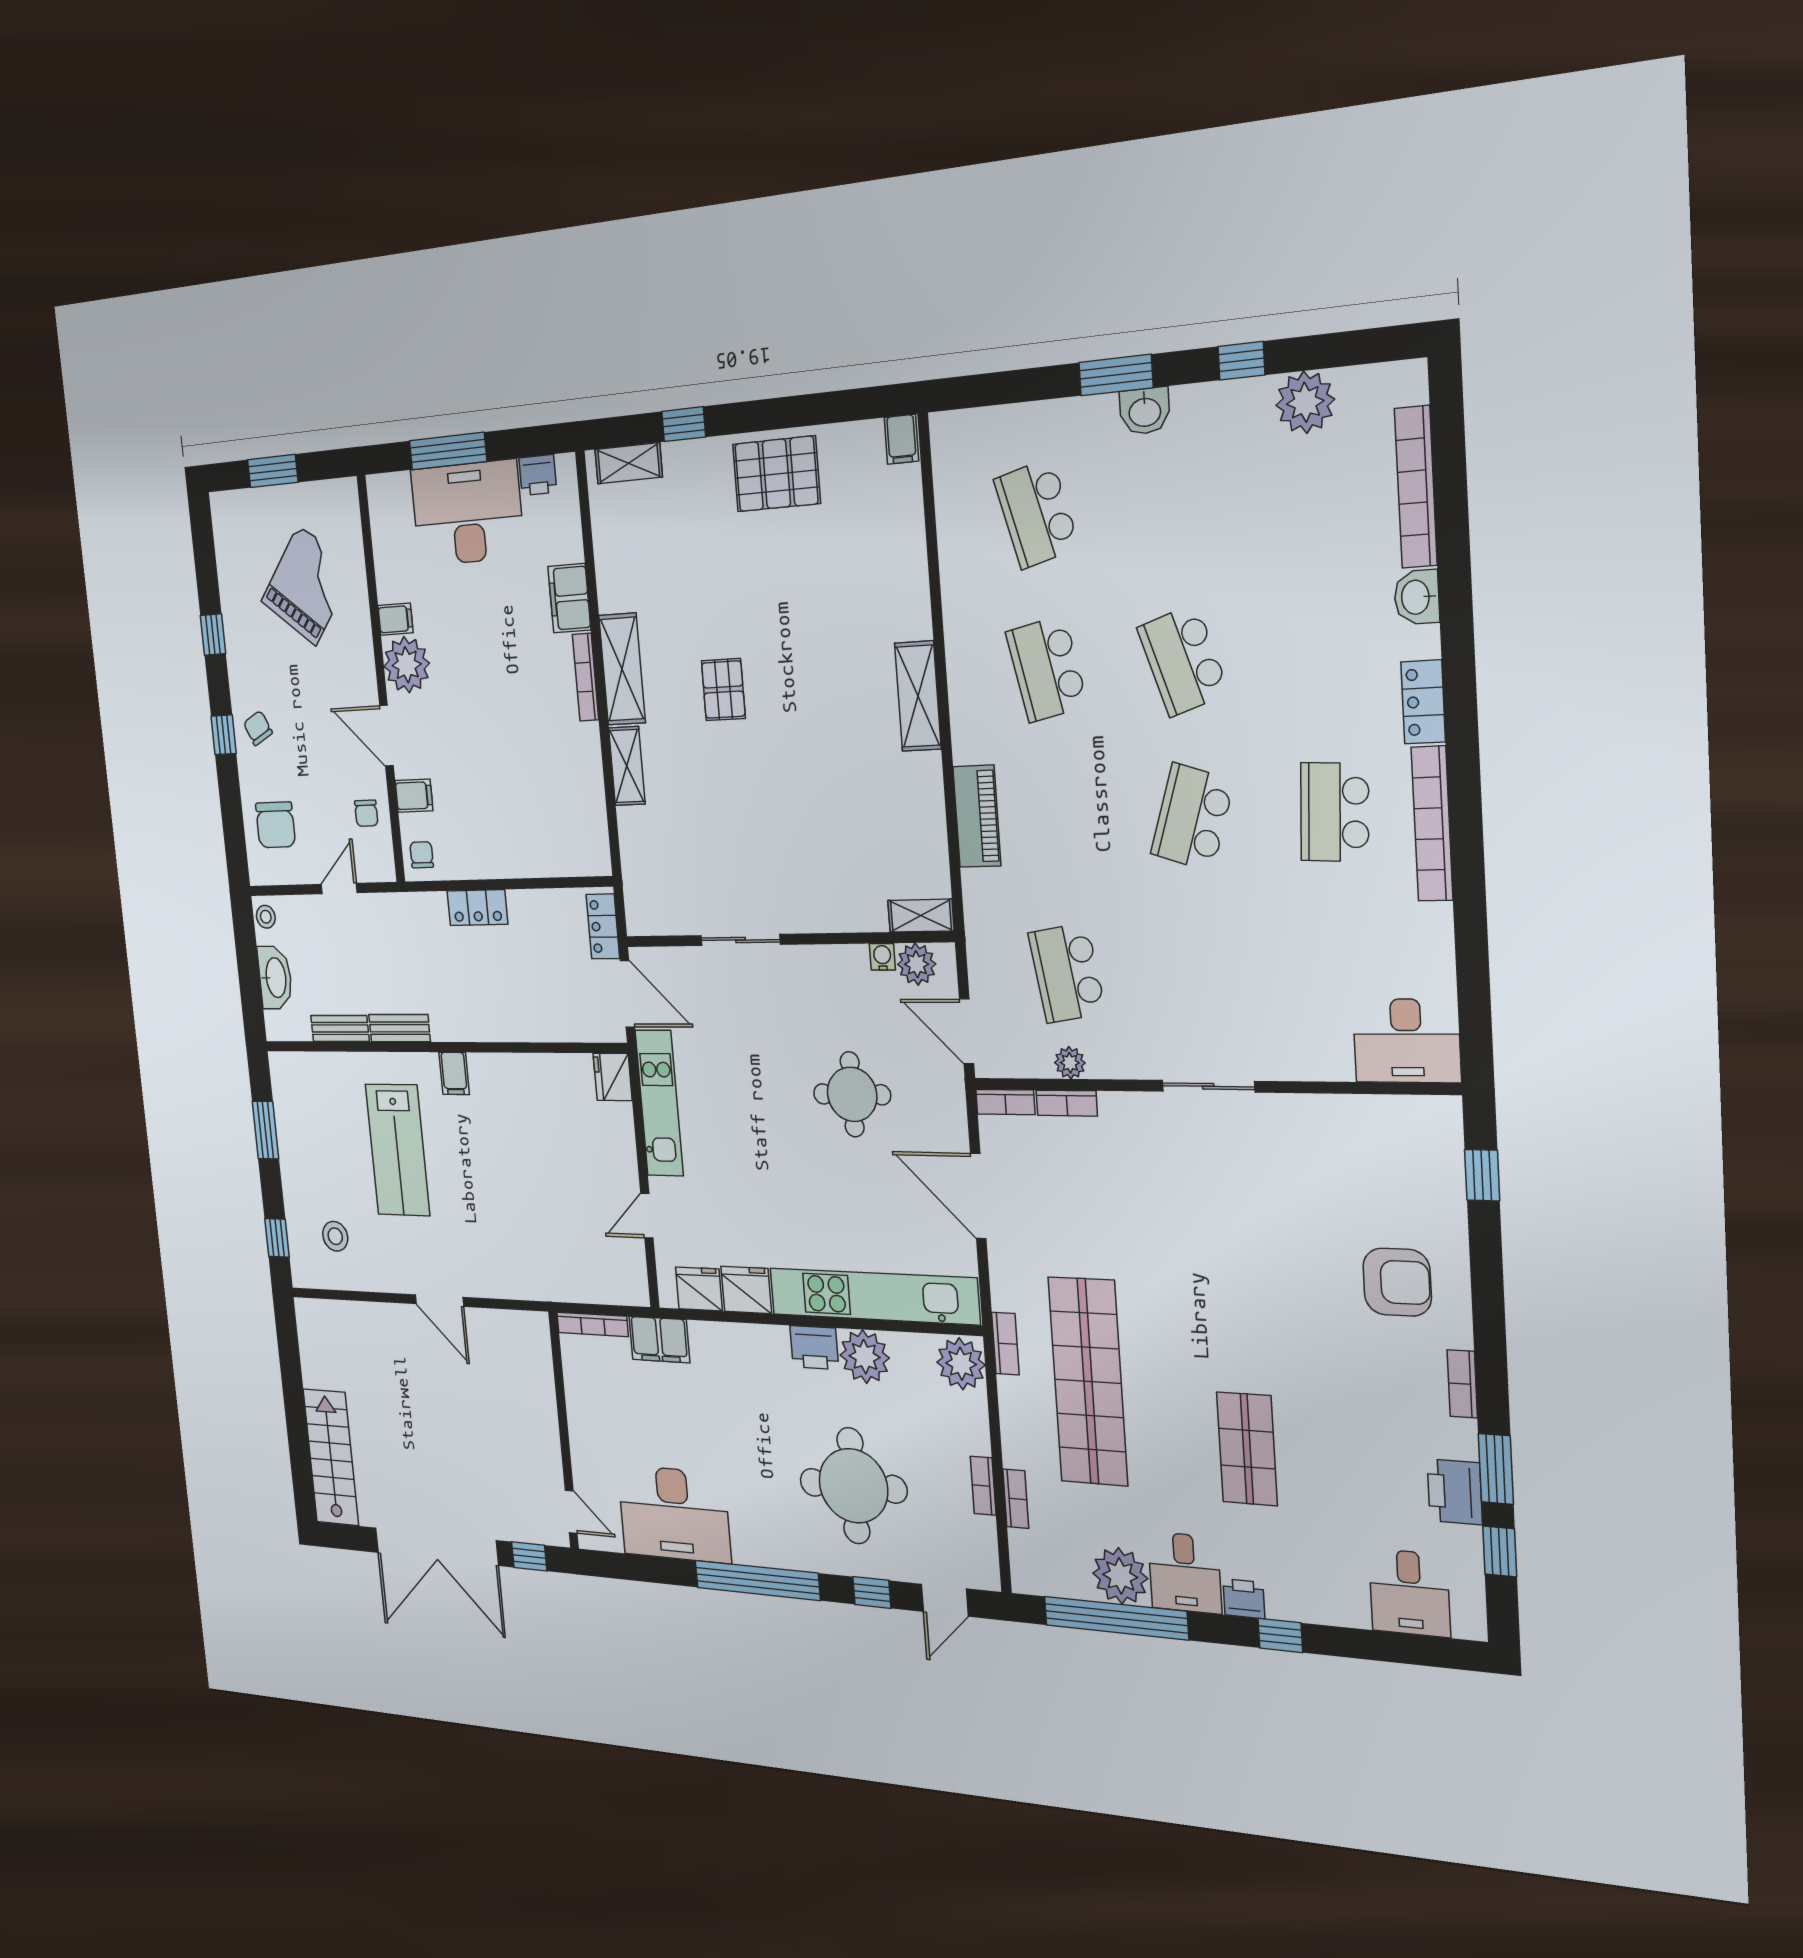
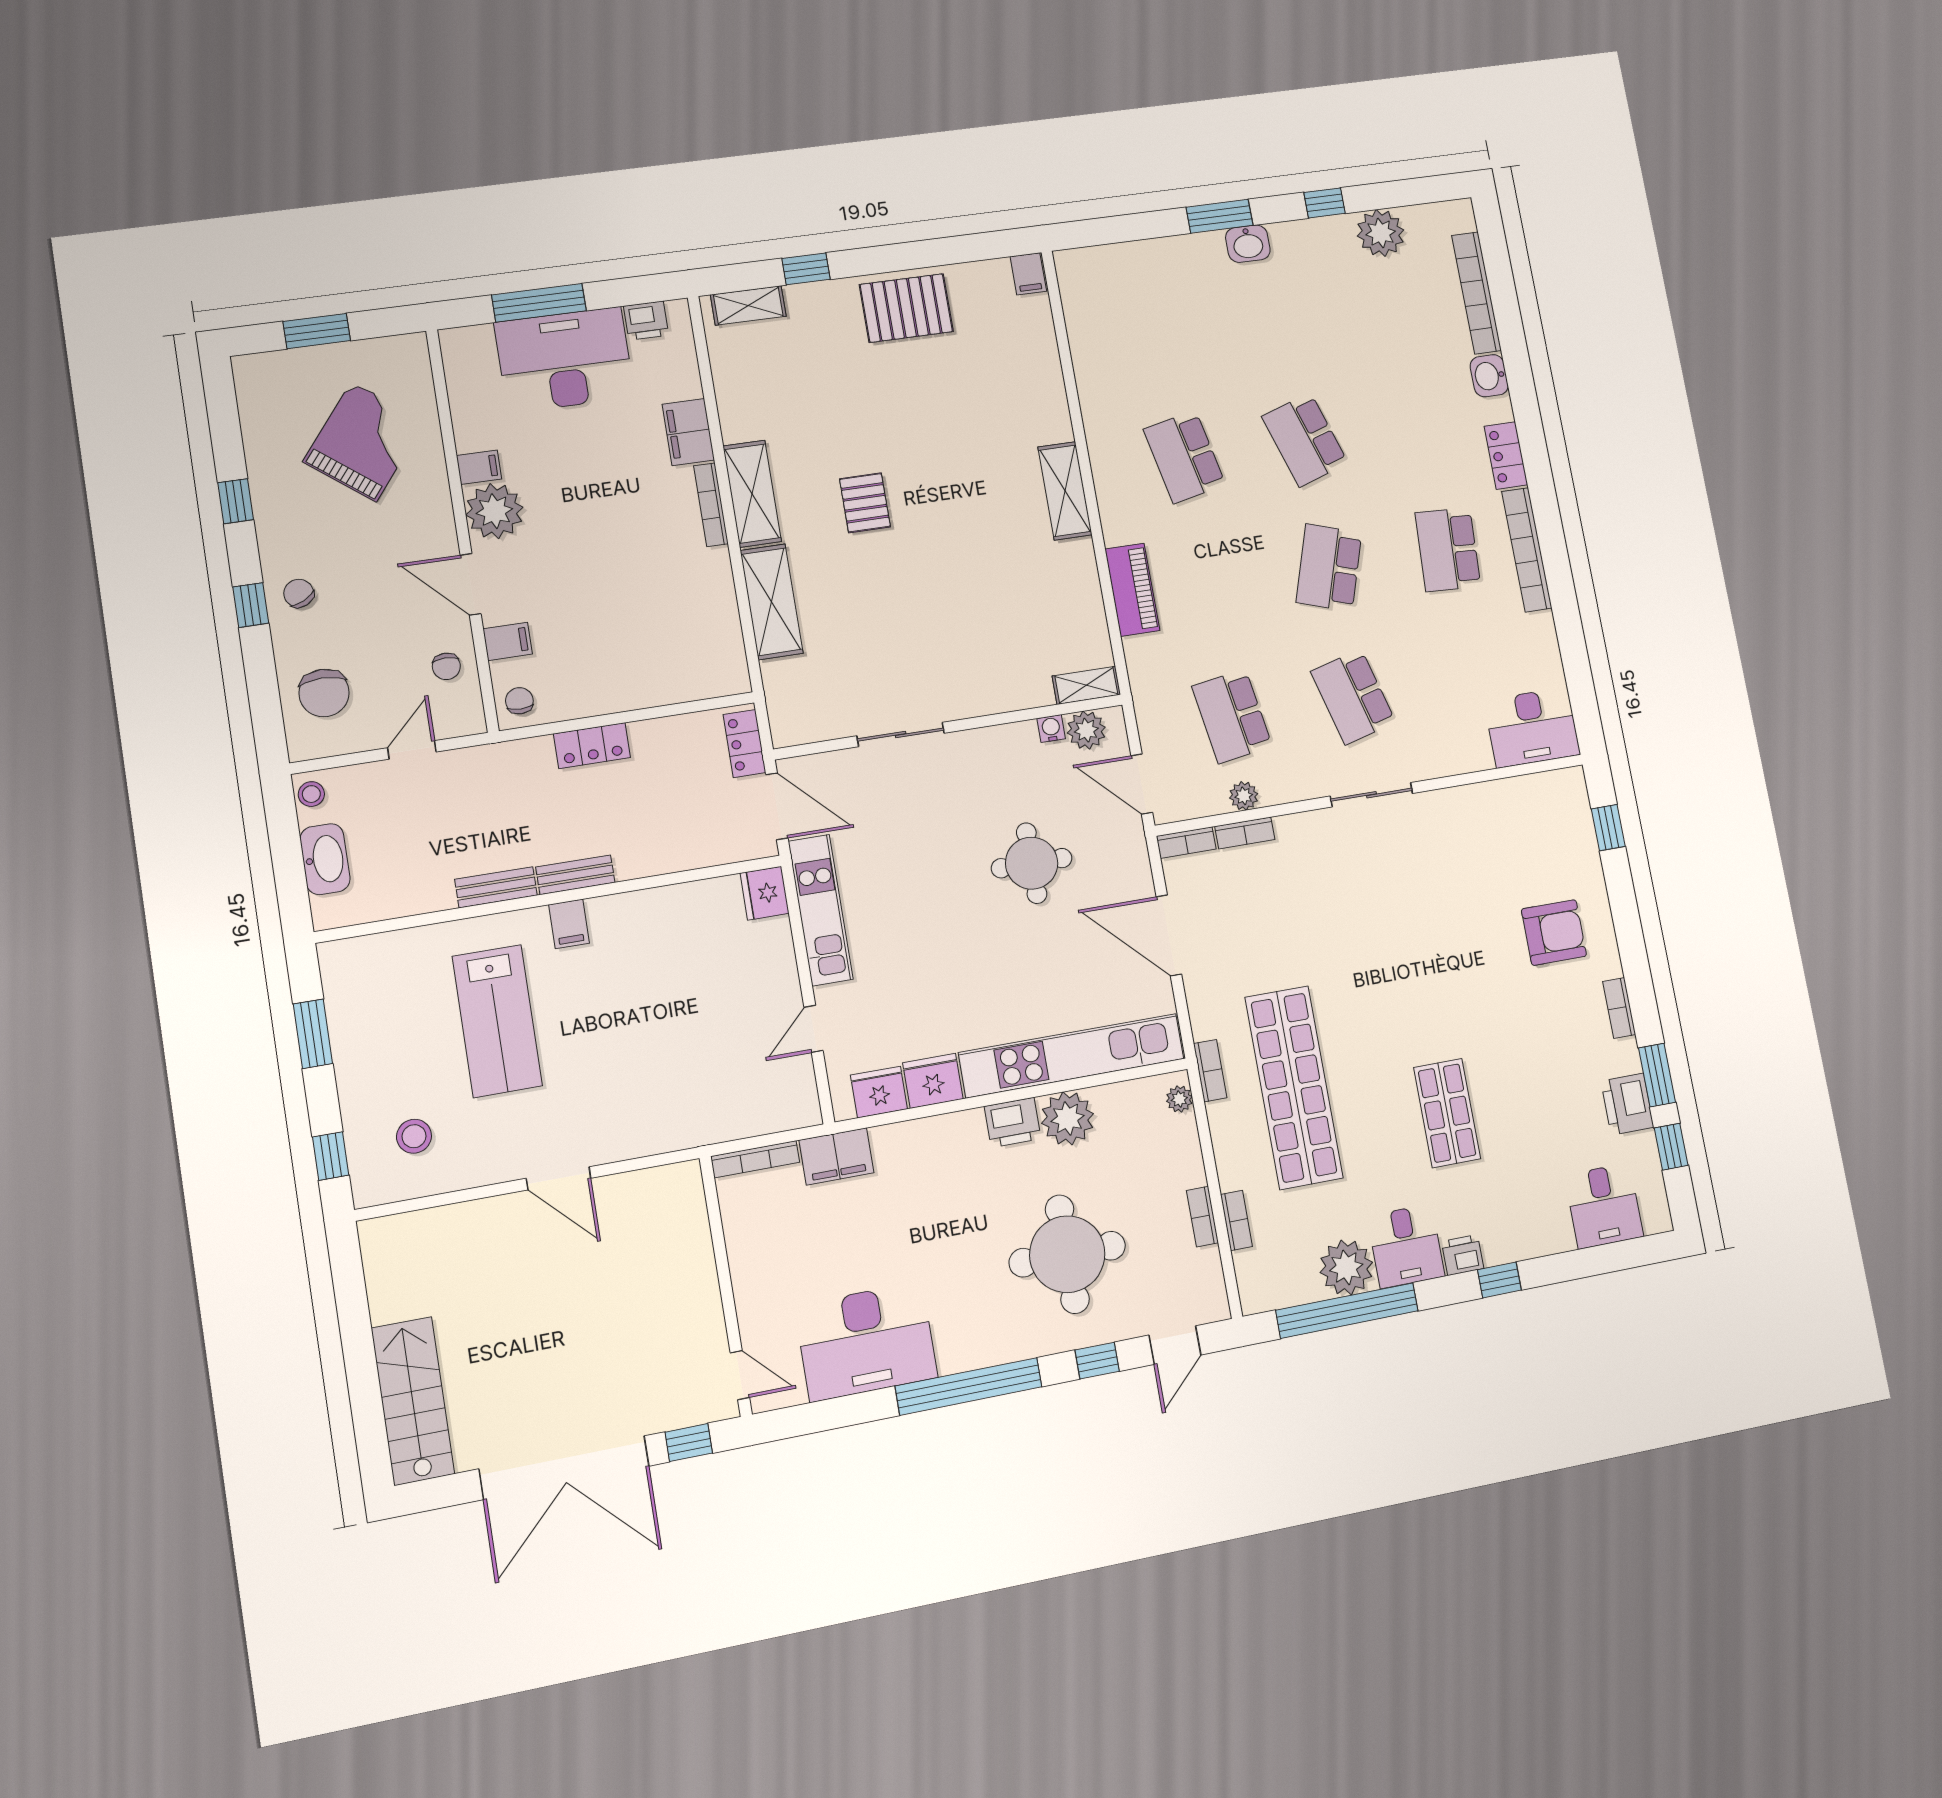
school desk: (1036, 513) -> (1353, 697), moved
shelving: (627, 766) -> (772, 602), width x1.50, depth x1.33
bench: (340, 1028) -> (575, 875), moved
plant: (961, 1364) -> (1179, 1099), width x0.53, depth x0.53

